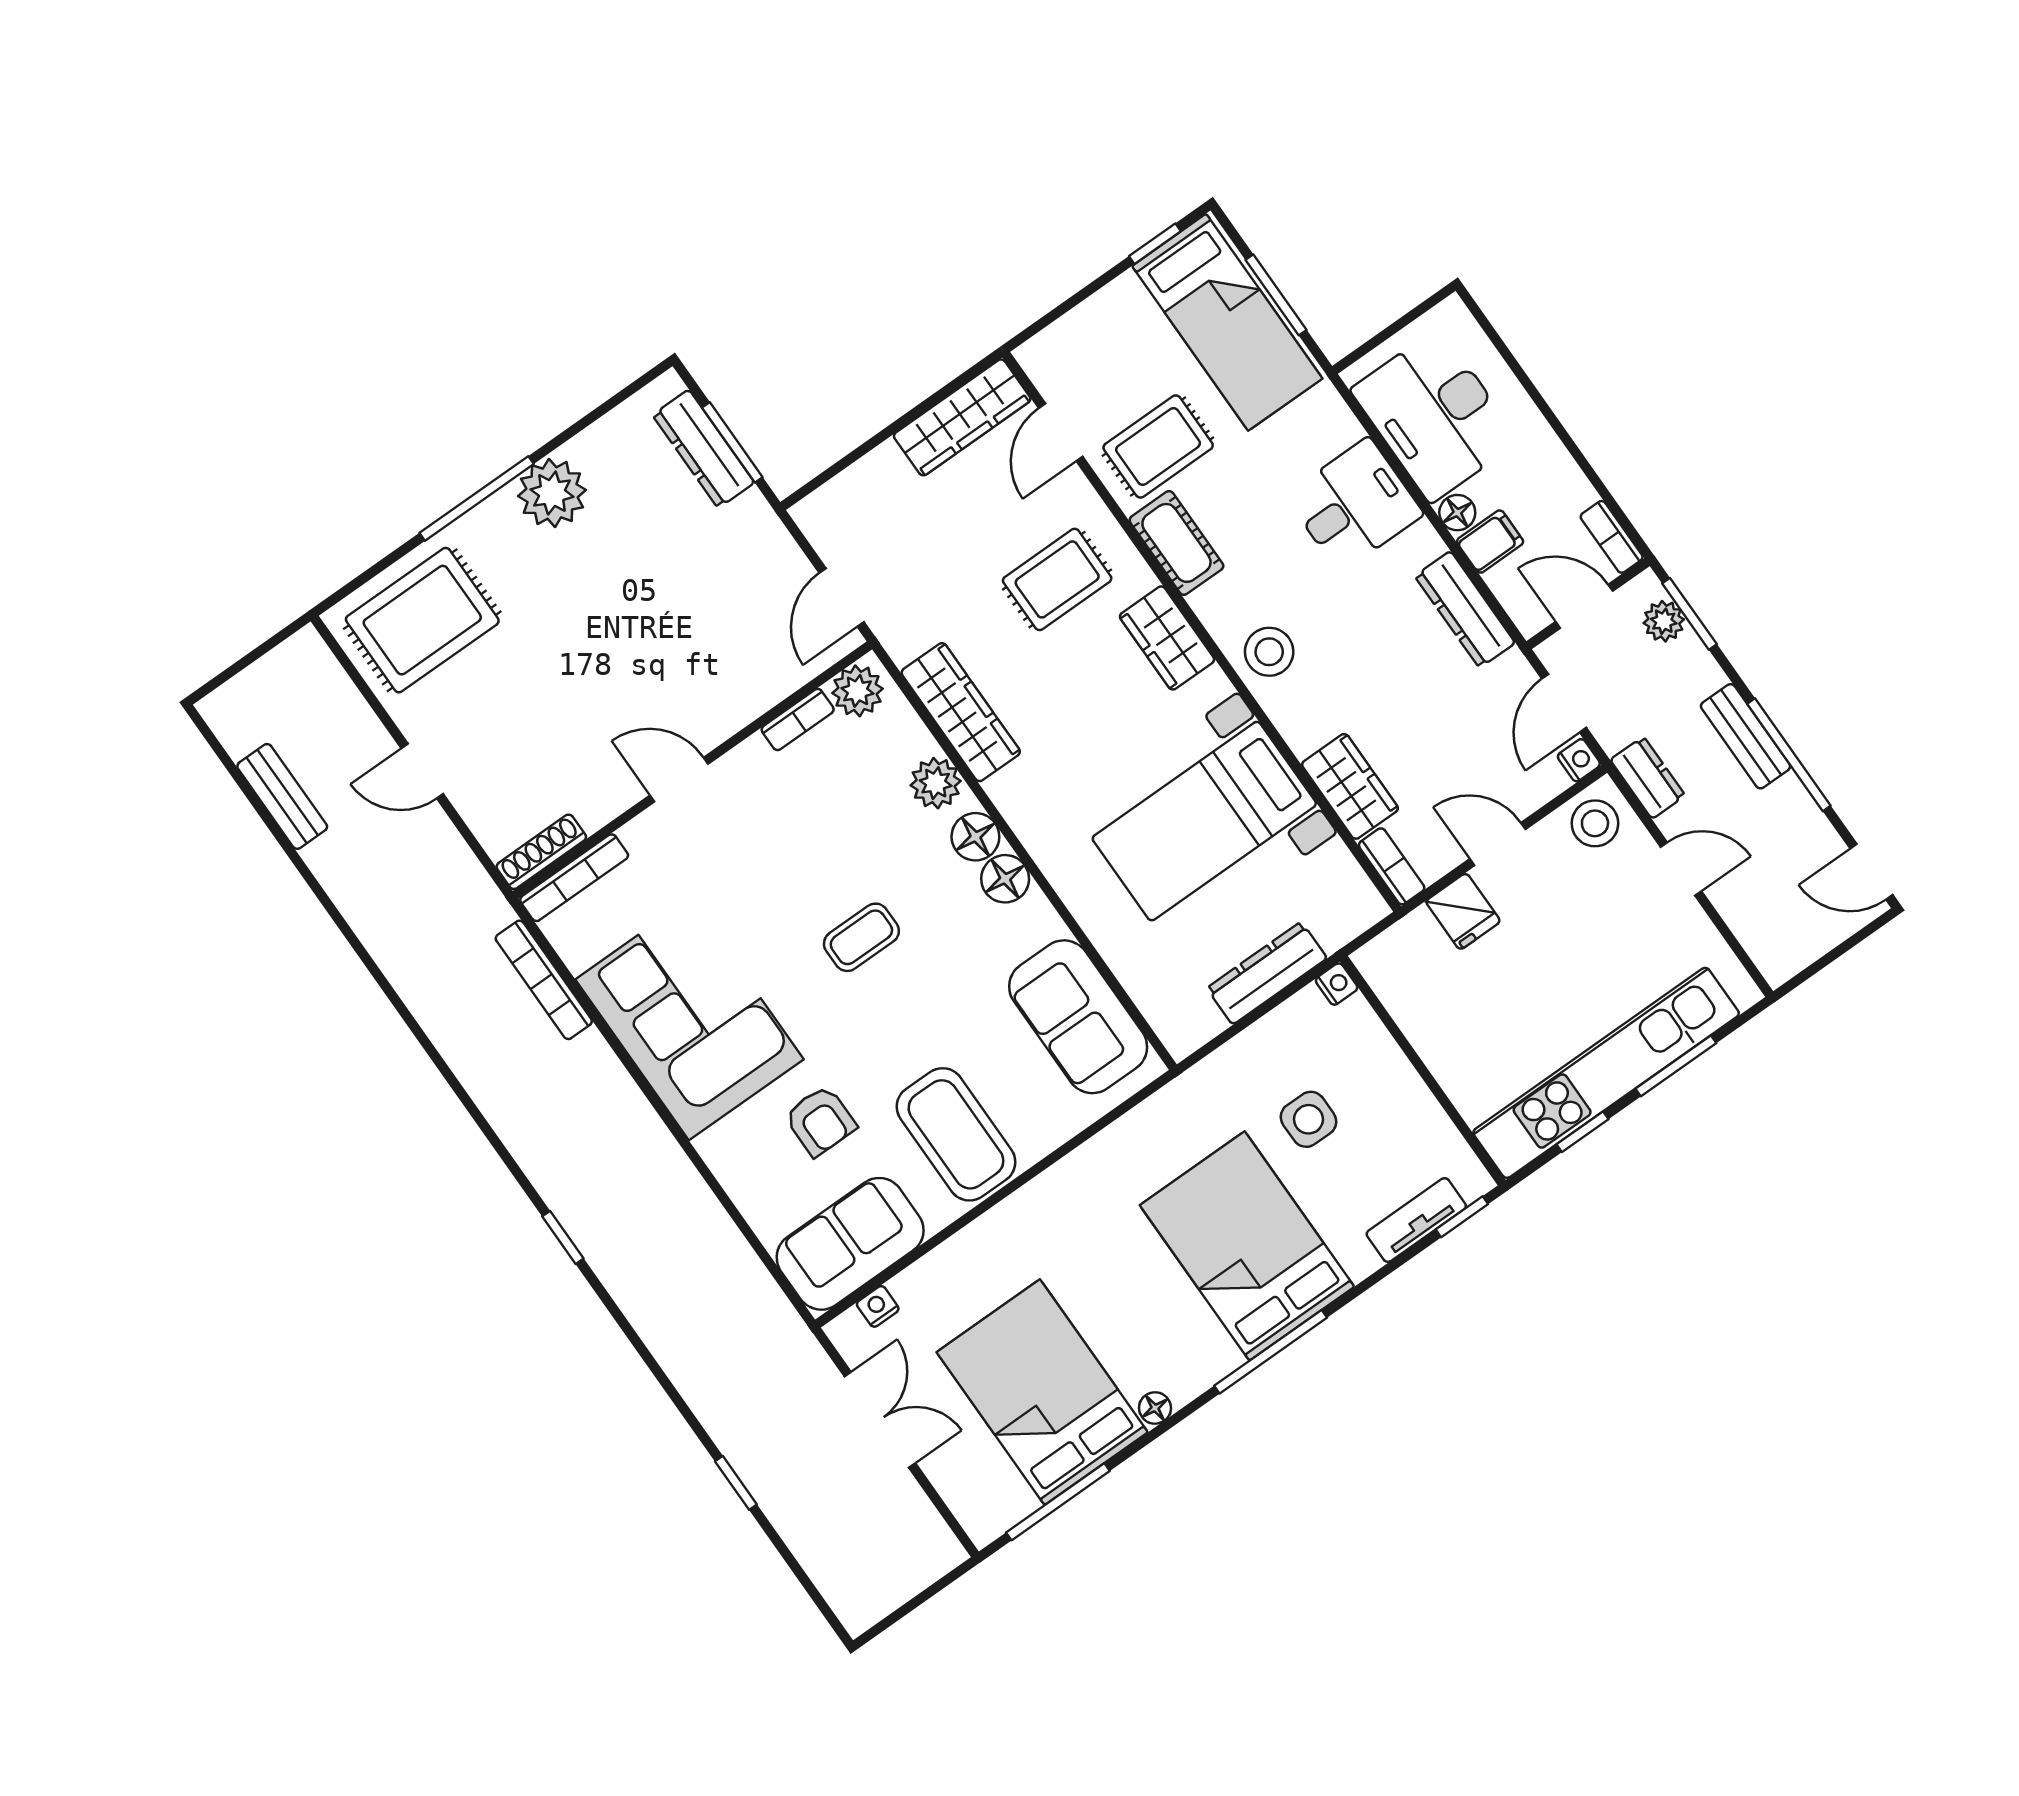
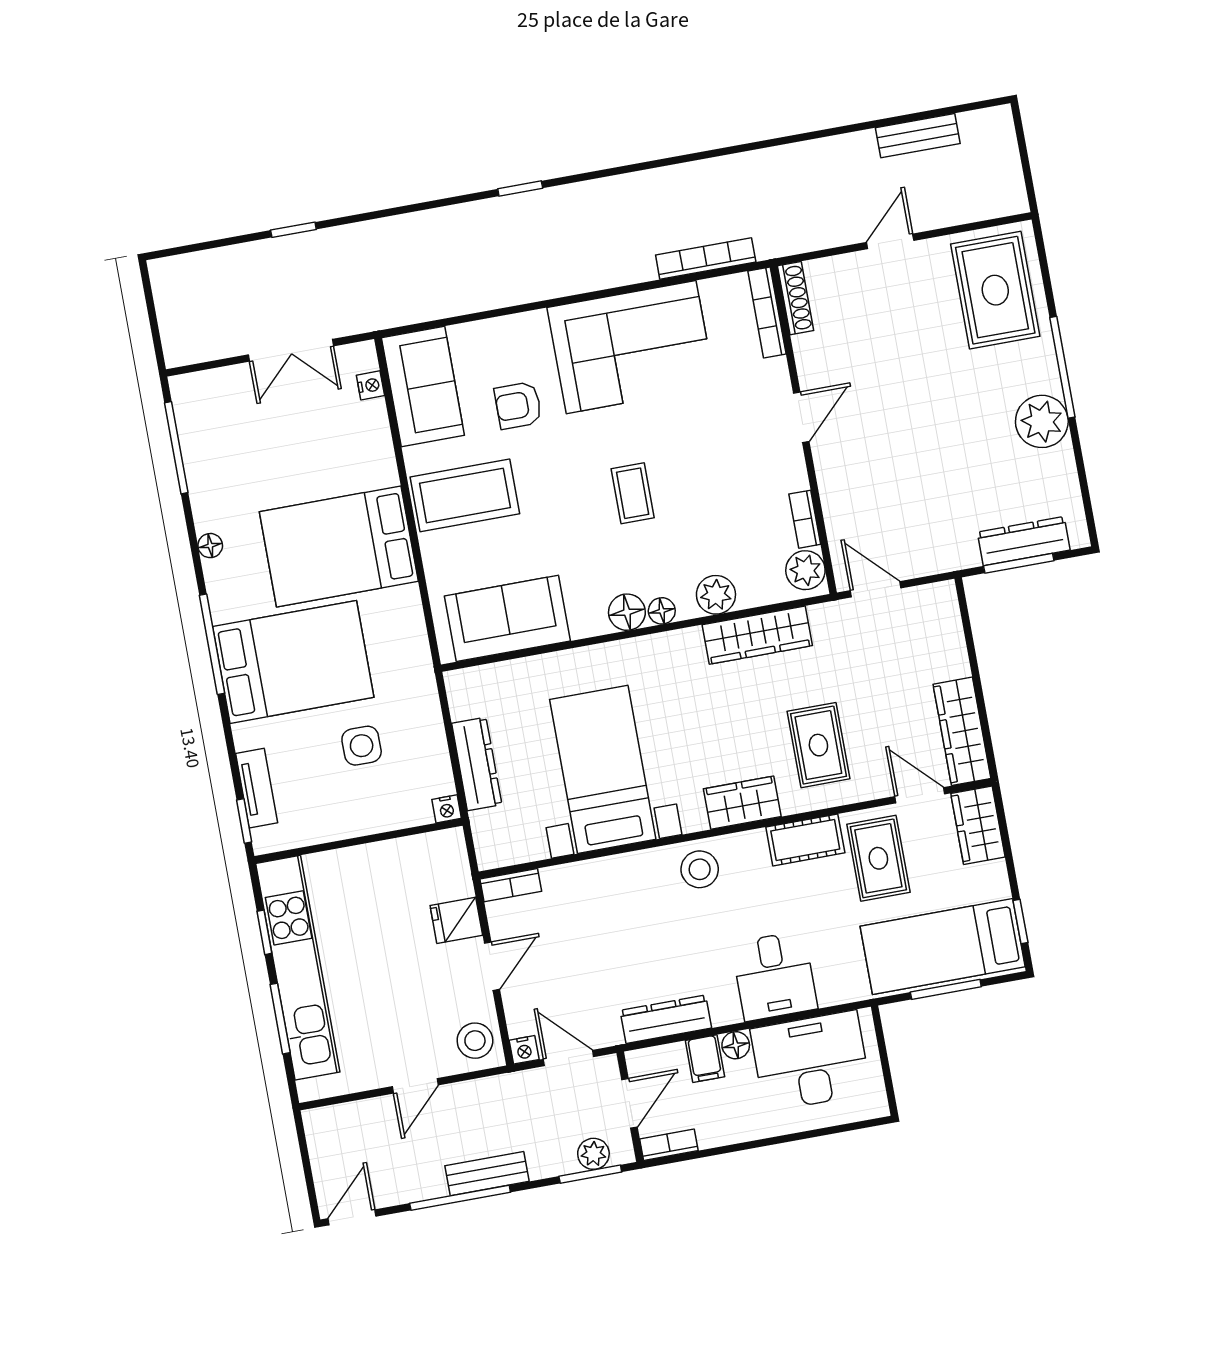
dresser: (1648, 778) -> (490, 1092), removed
wardrobe: (1350, 786) -> (978, 825), moved, turned 90
floor lamp: (975, 837) -> (662, 611), width x0.73, depth x0.73
bed: (1042, 1392) -> (339, 546), moved, turned 180

